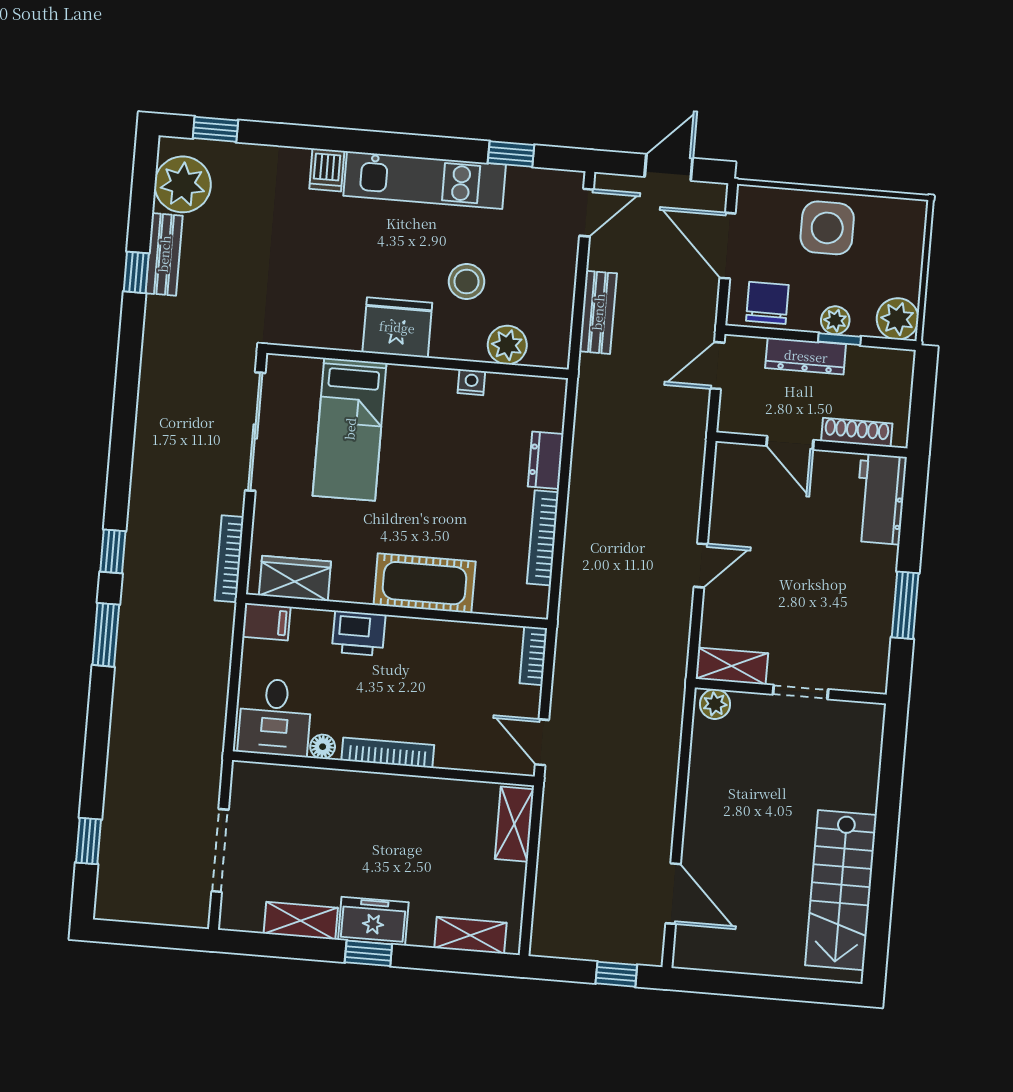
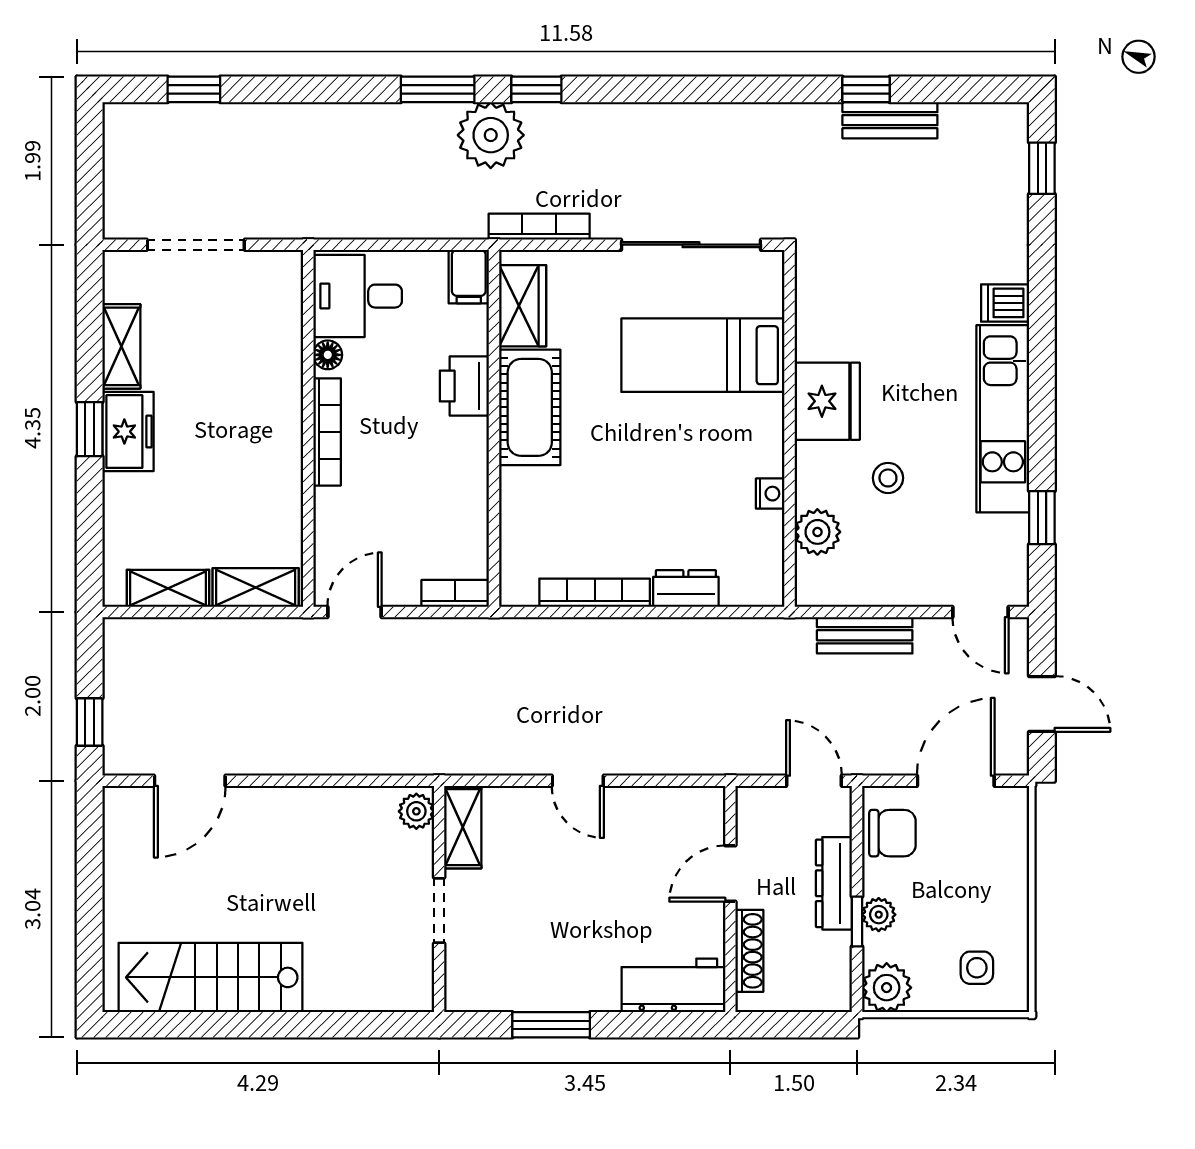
plant: (183, 184) -> (491, 135), moved
side table: (827, 228) -> (977, 968), moved, width x0.54, depth x0.54
stool: (467, 281) -> (888, 478), width x0.73, depth x0.73
cot: (425, 583) -> (530, 407), moved
shelving: (470, 935) -> (168, 588), moved, turned 90

